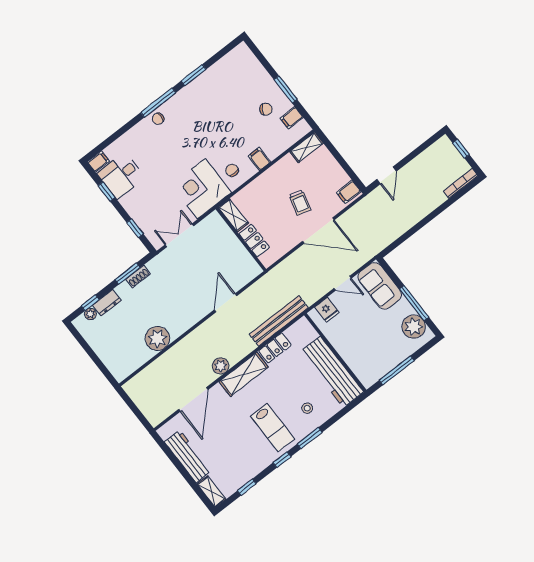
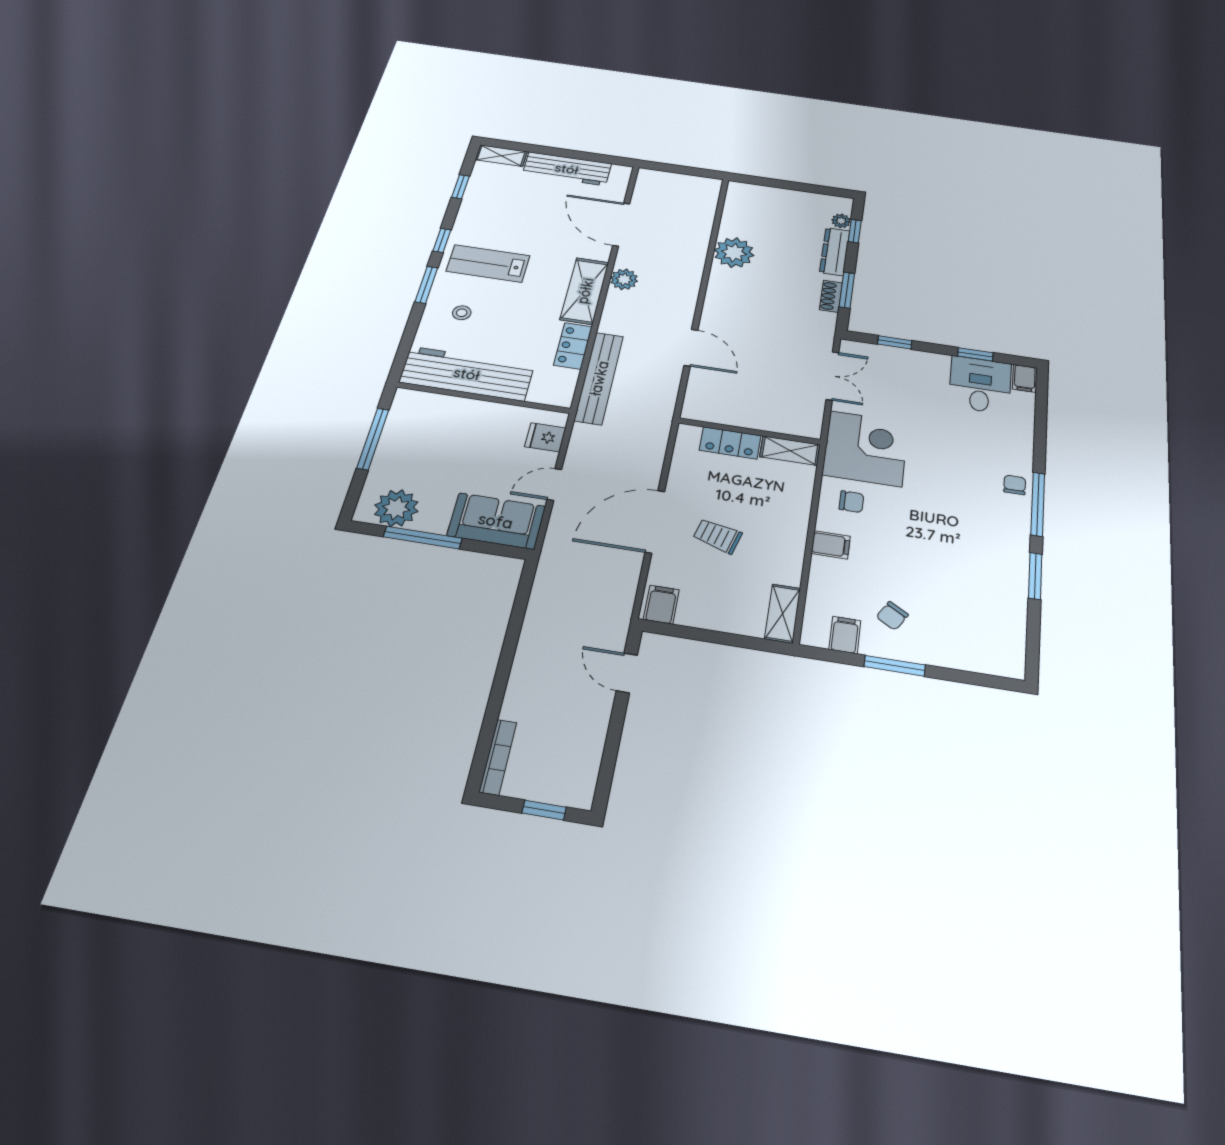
dresser: (107, 303) -> (835, 252), width x1.44

